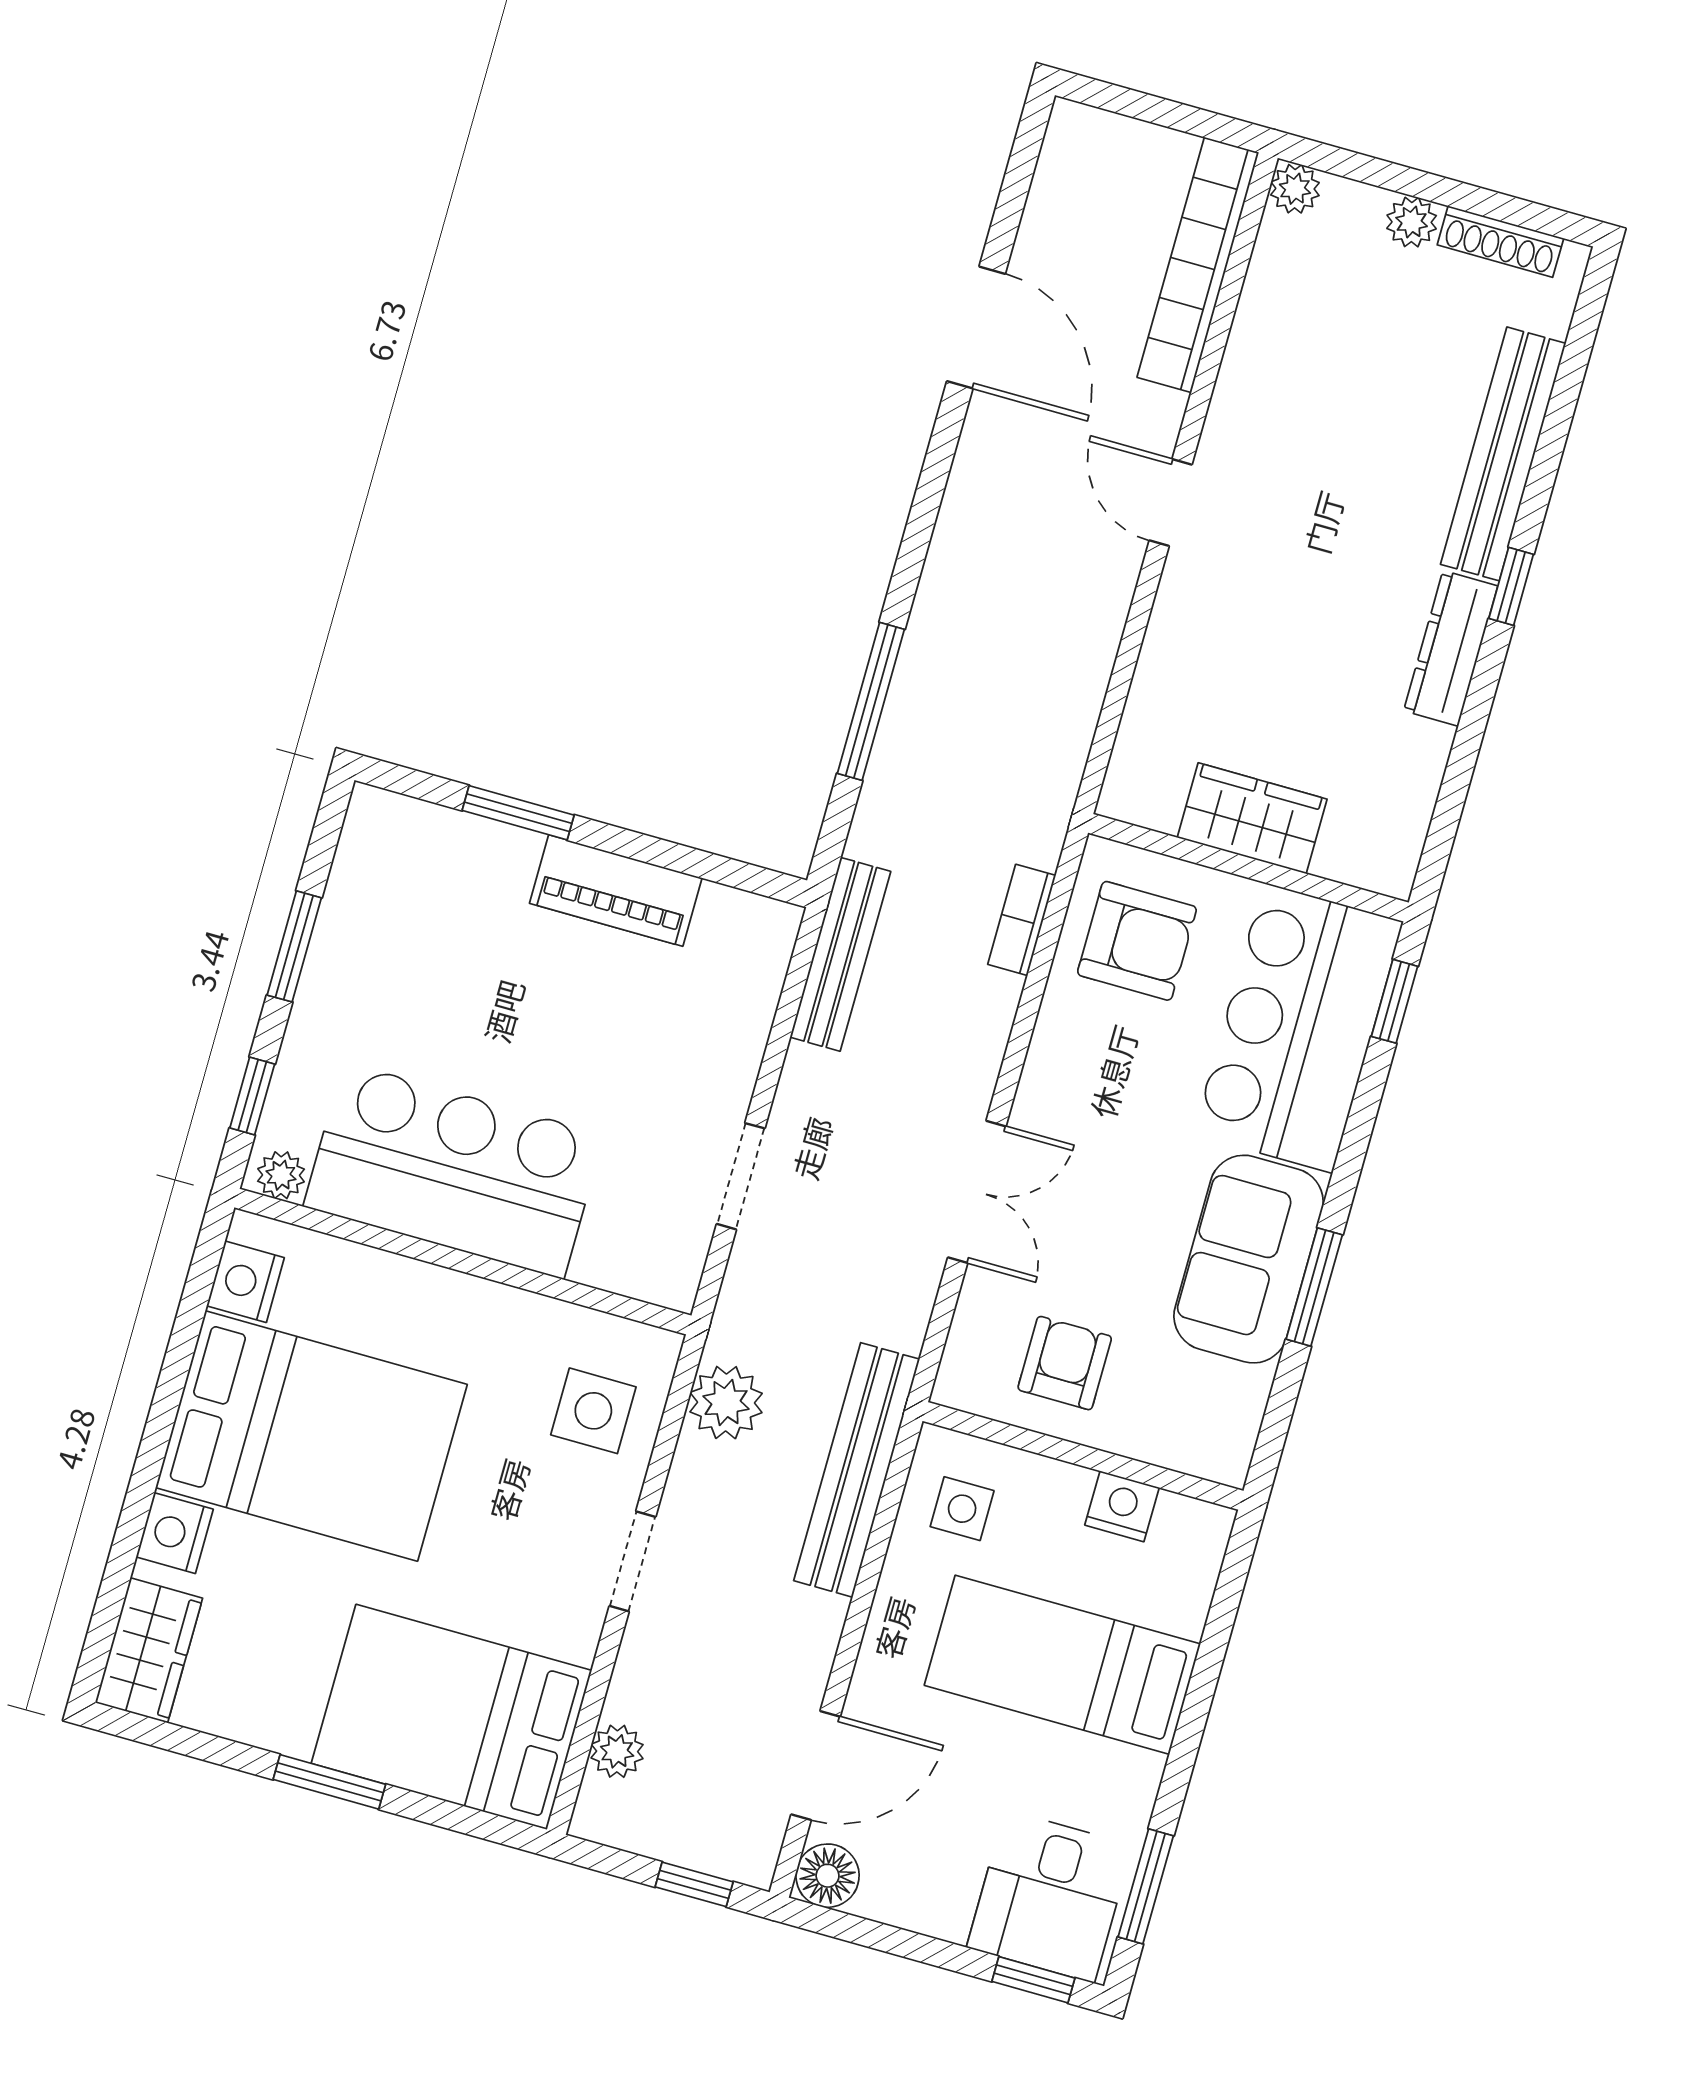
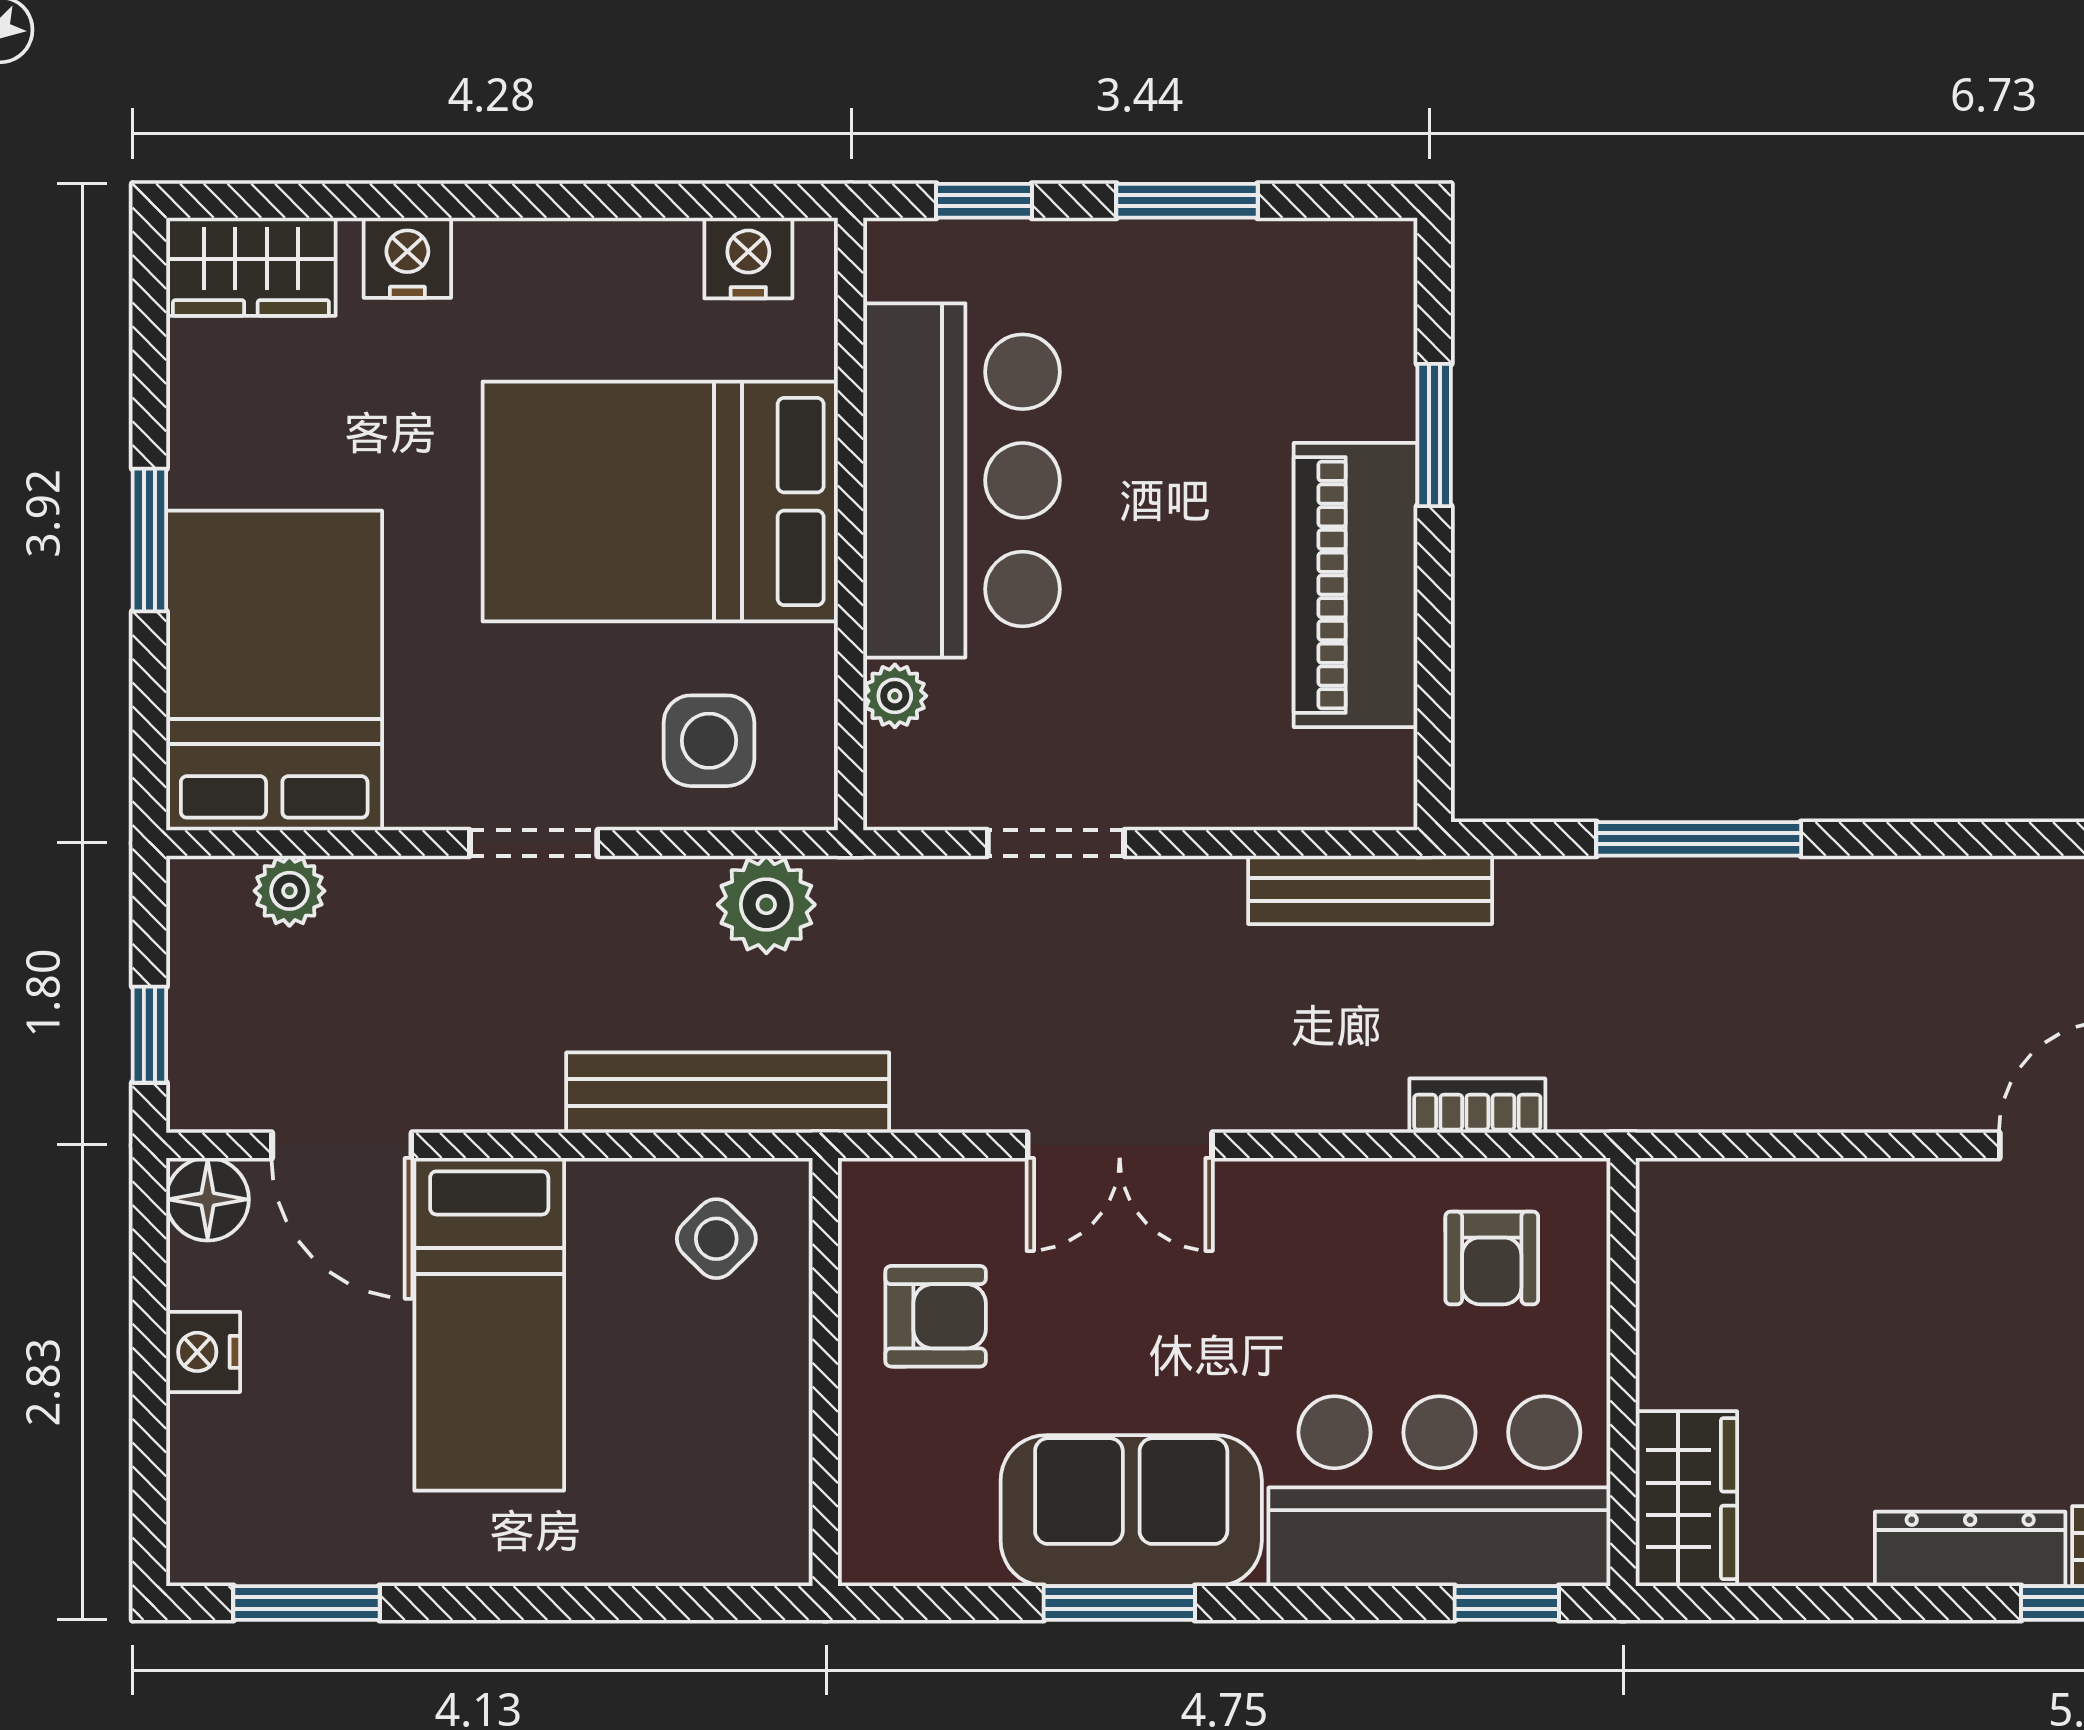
wardrobe: (1252, 818) -> (1686, 1499), moved
piano: (616, 891) -> (1356, 585), width x1.37, depth x1.33
armchair: (1137, 941) -> (1492, 1258), width x0.72, depth x0.72
plant: (281, 1175) -> (895, 696), moved
bed: (311, 1436) -> (660, 501), moved, turned 90
nightstand: (1122, 1506) -> (203, 1352), moved, turned 180
side table: (962, 1509) -> (716, 1239), turned 45
bed: (1062, 1665) -> (489, 1324), moved, turned 180
desk: (1050, 1896) -> (260, 1486), removed
window: (1033, 1980) -> (149, 1495), removed

